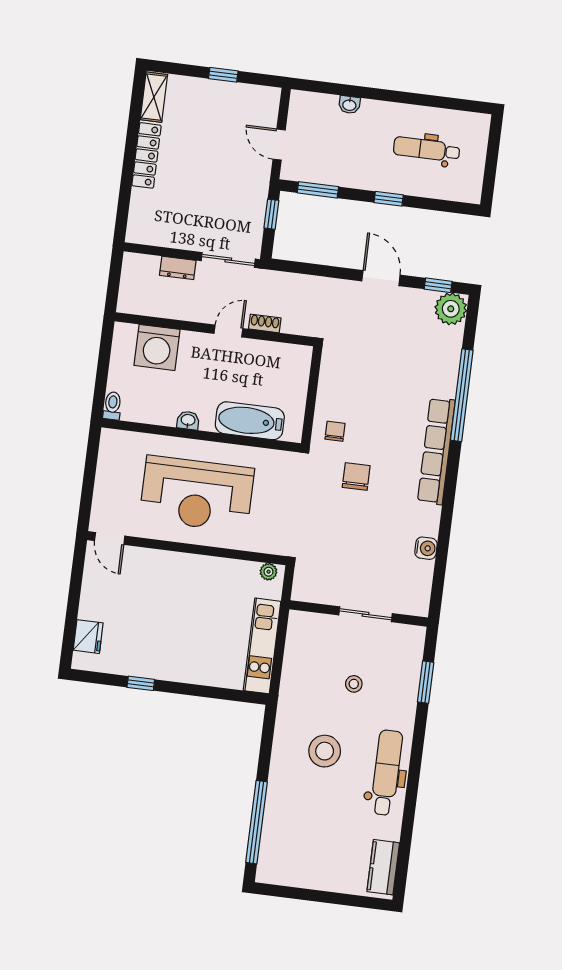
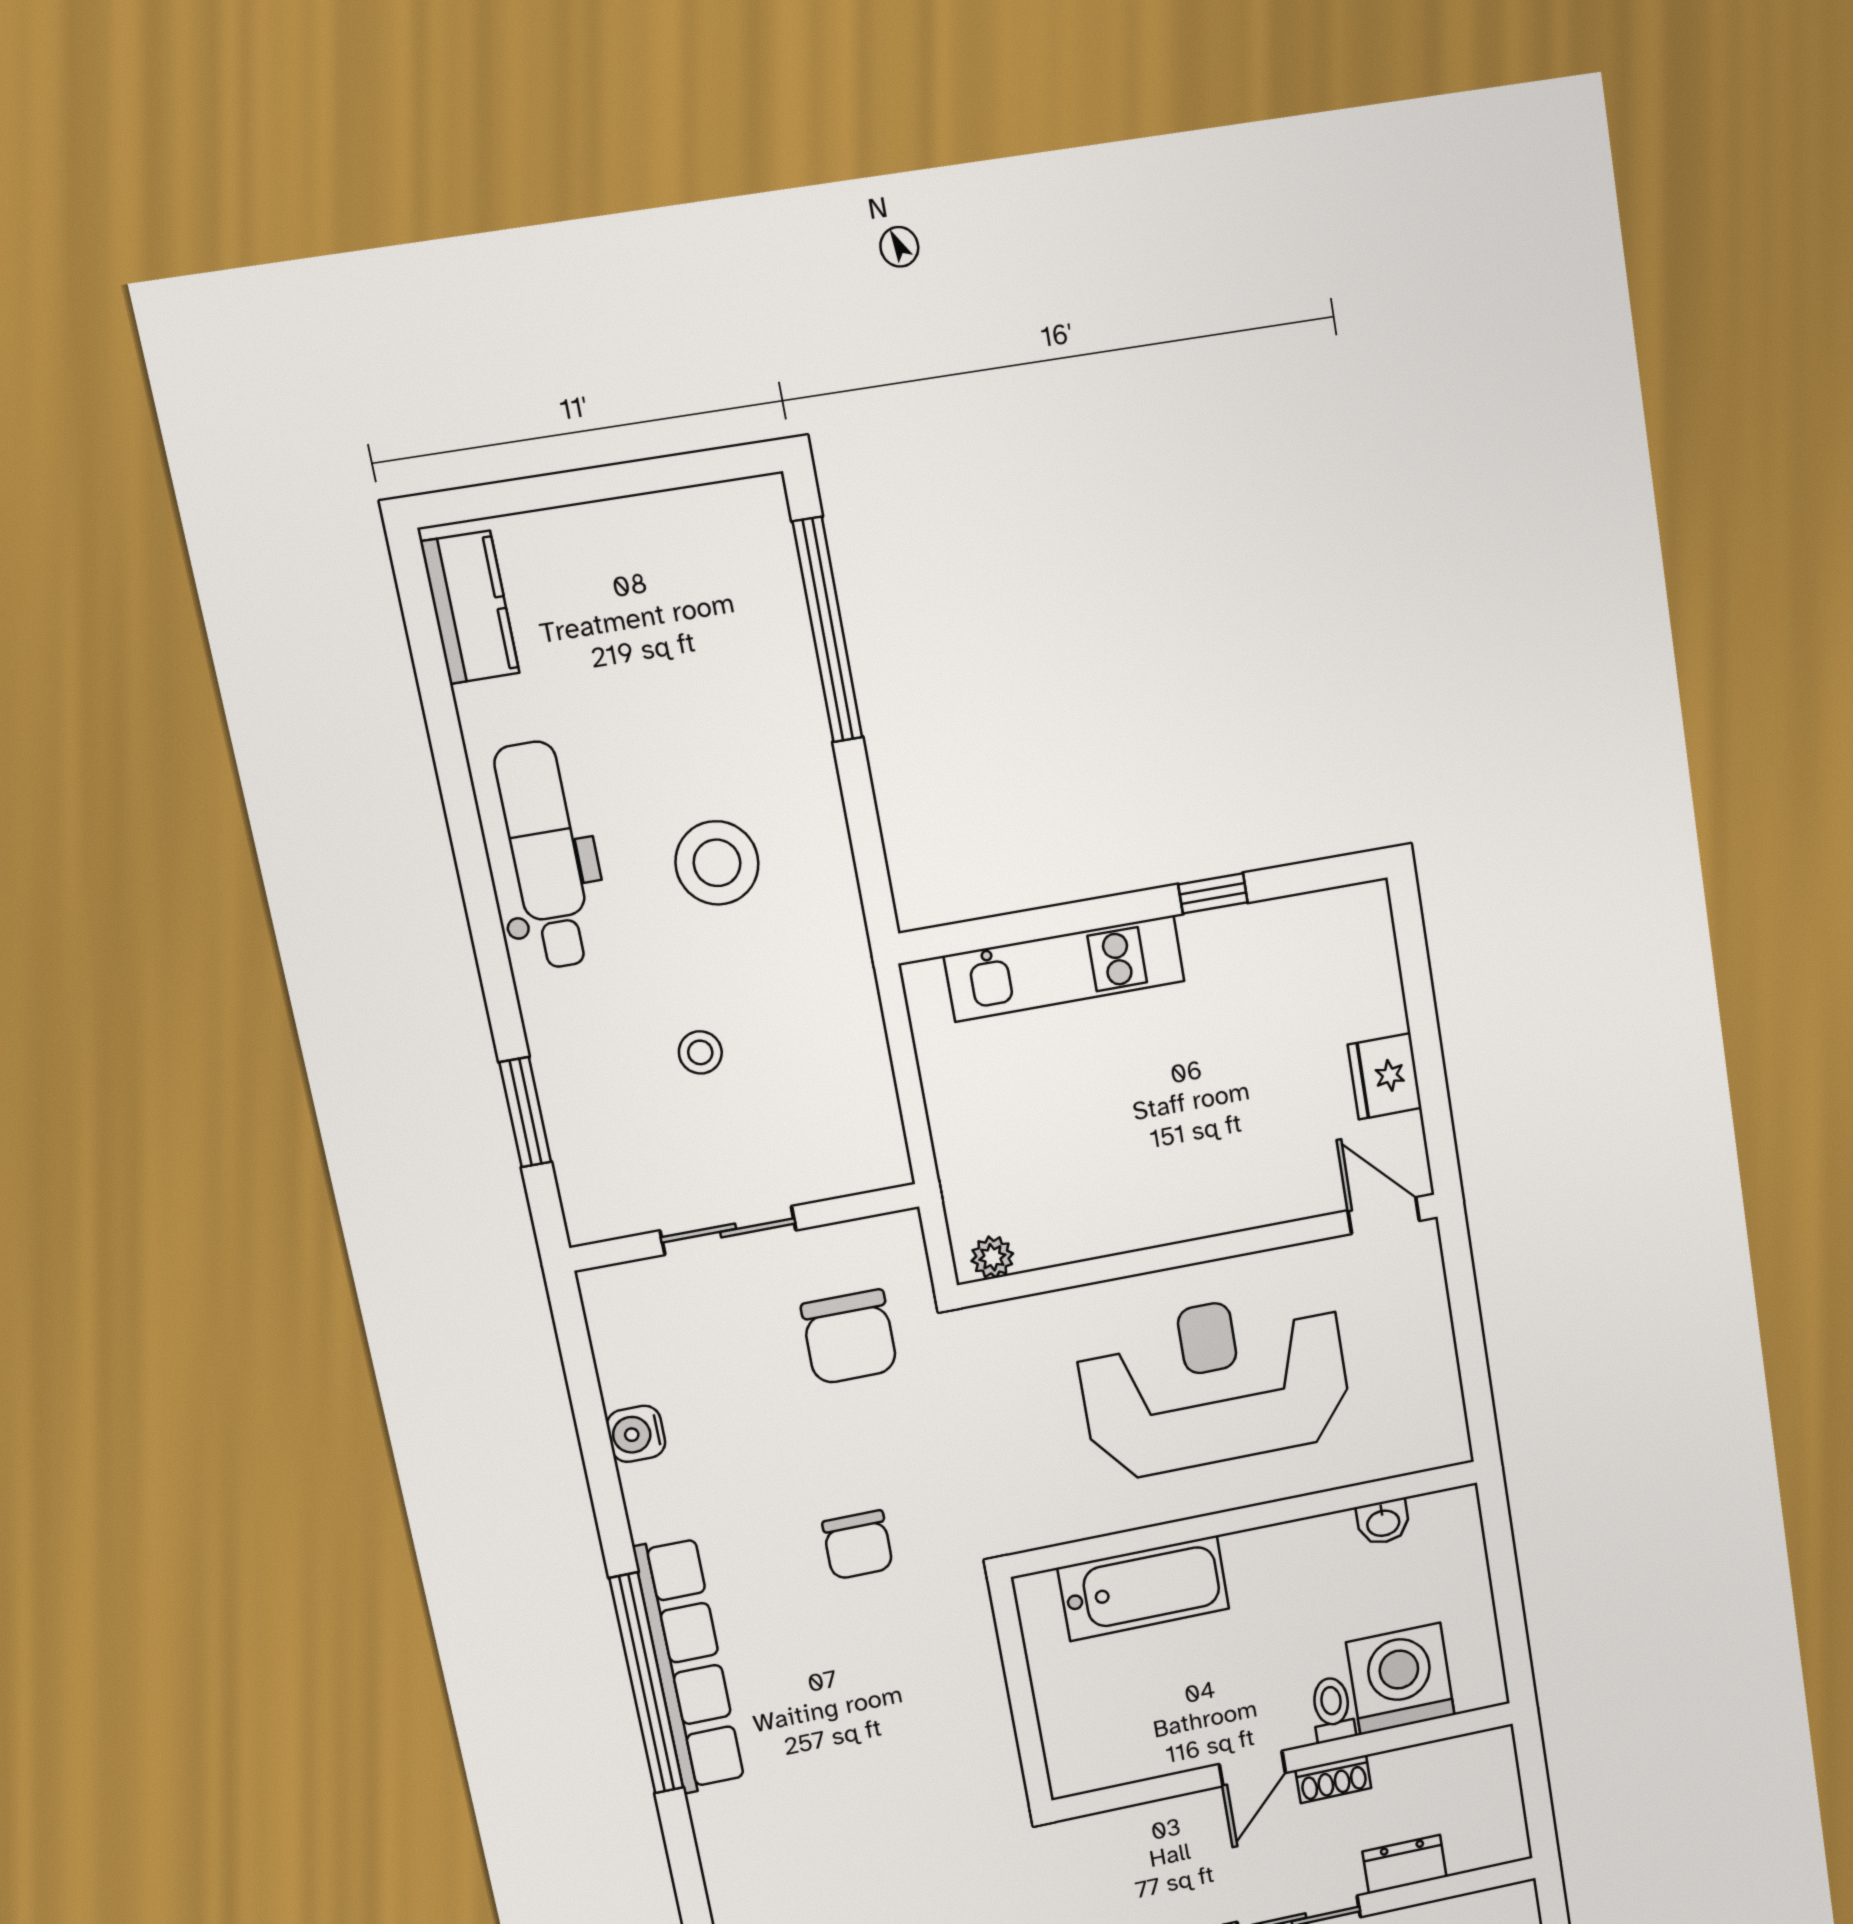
shoe rack: (265, 323) -> (1333, 1779), moved
window: (462, 395) -> (647, 1683), moved
toilet: (112, 406) -> (1332, 1709), moved, turned 180
washbasin: (188, 420) -> (1383, 1522), moved
chair: (335, 431) -> (849, 1337), moved, width x1.87, depth x1.87
fridge: (88, 637) -> (1385, 1076), moved
kitchen unit: (262, 646) -> (1065, 968), moved, turned 90
dental chair: (387, 773) -> (545, 855), turned 180

